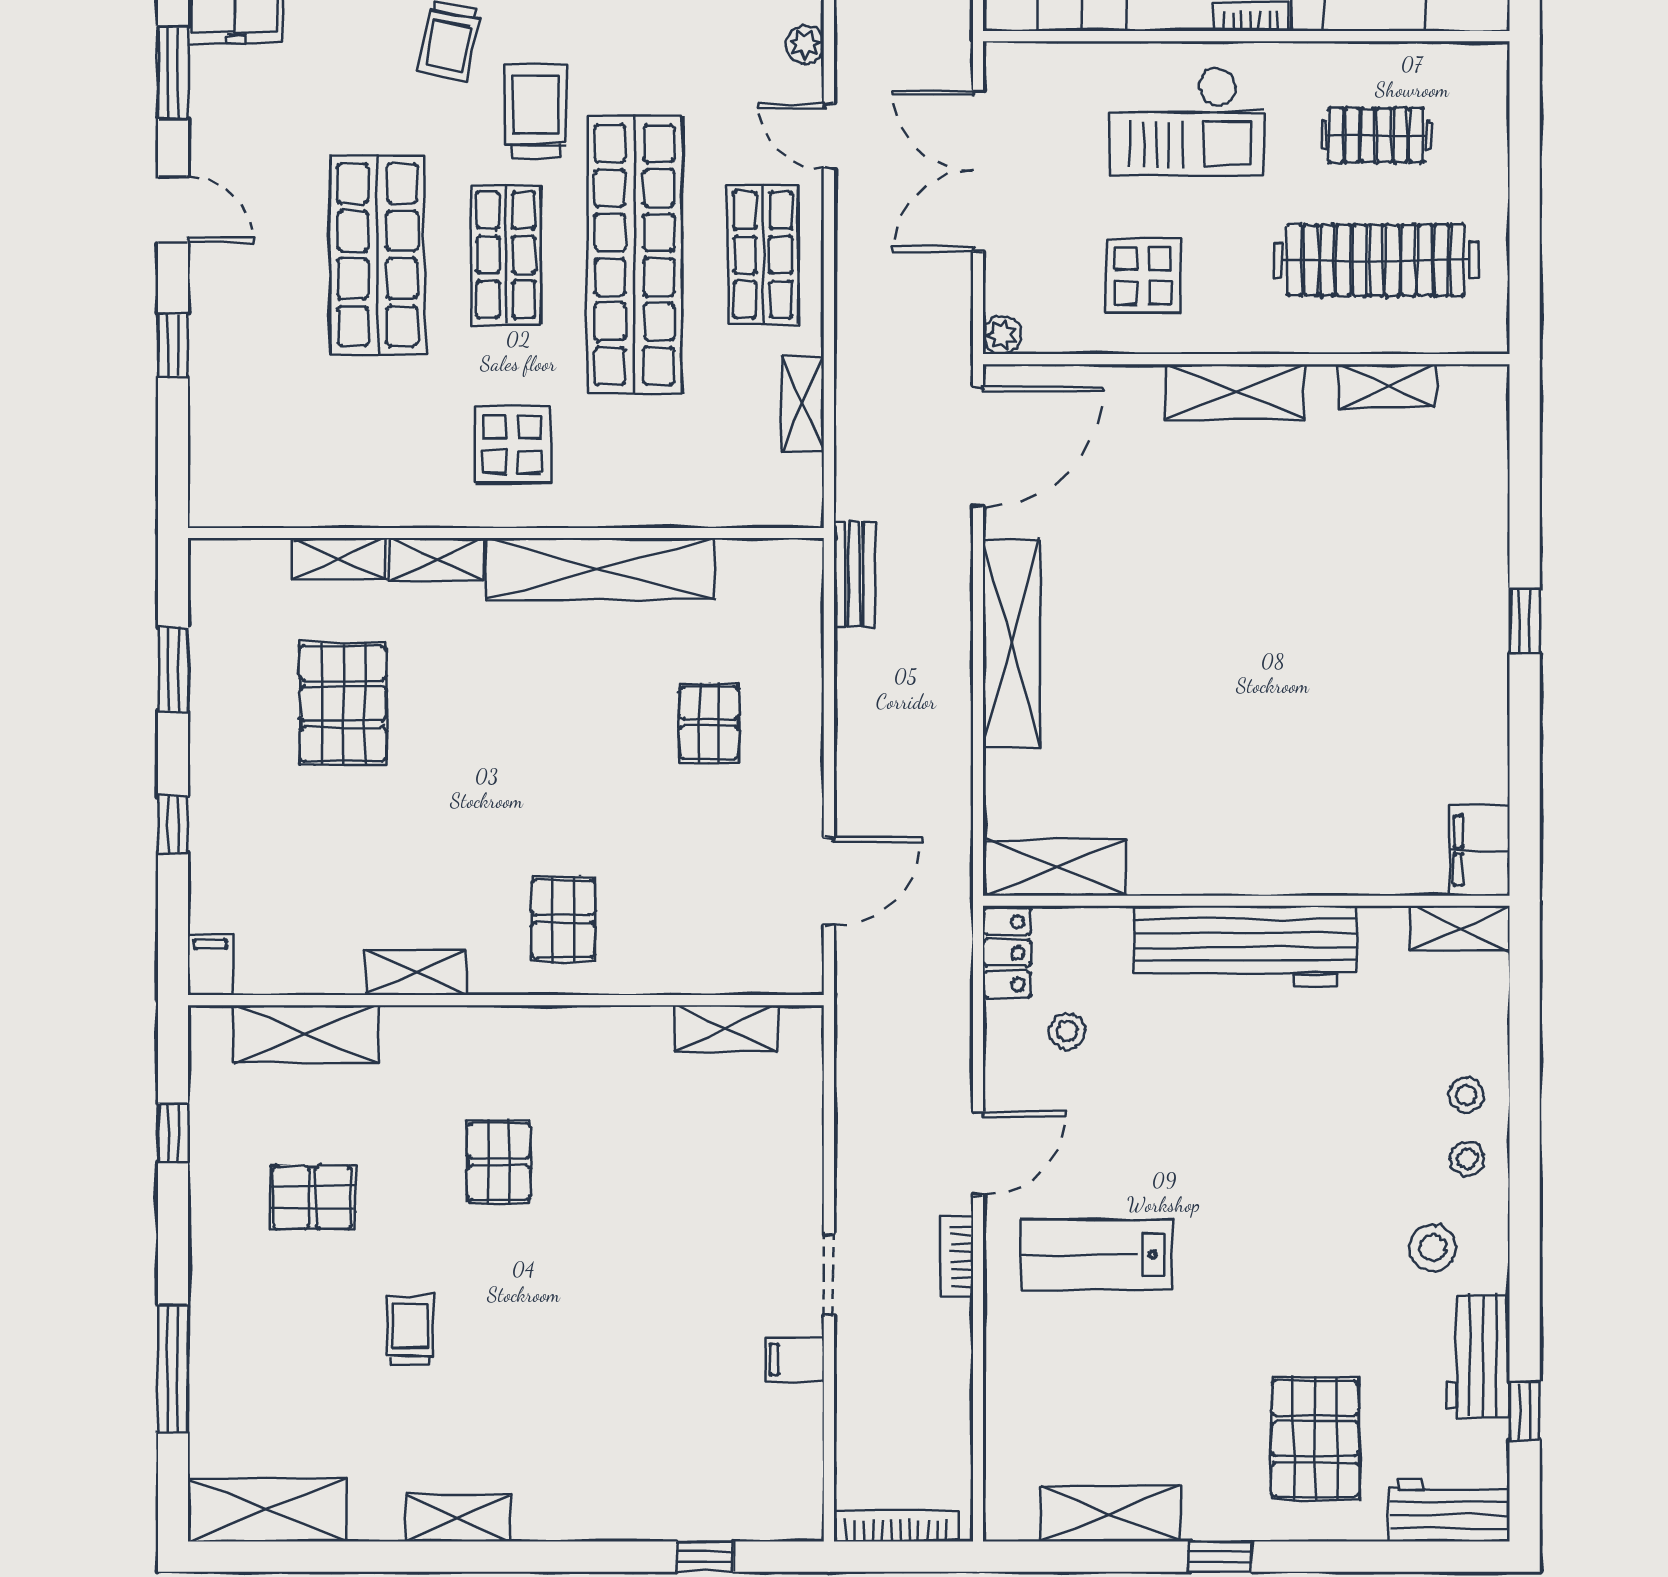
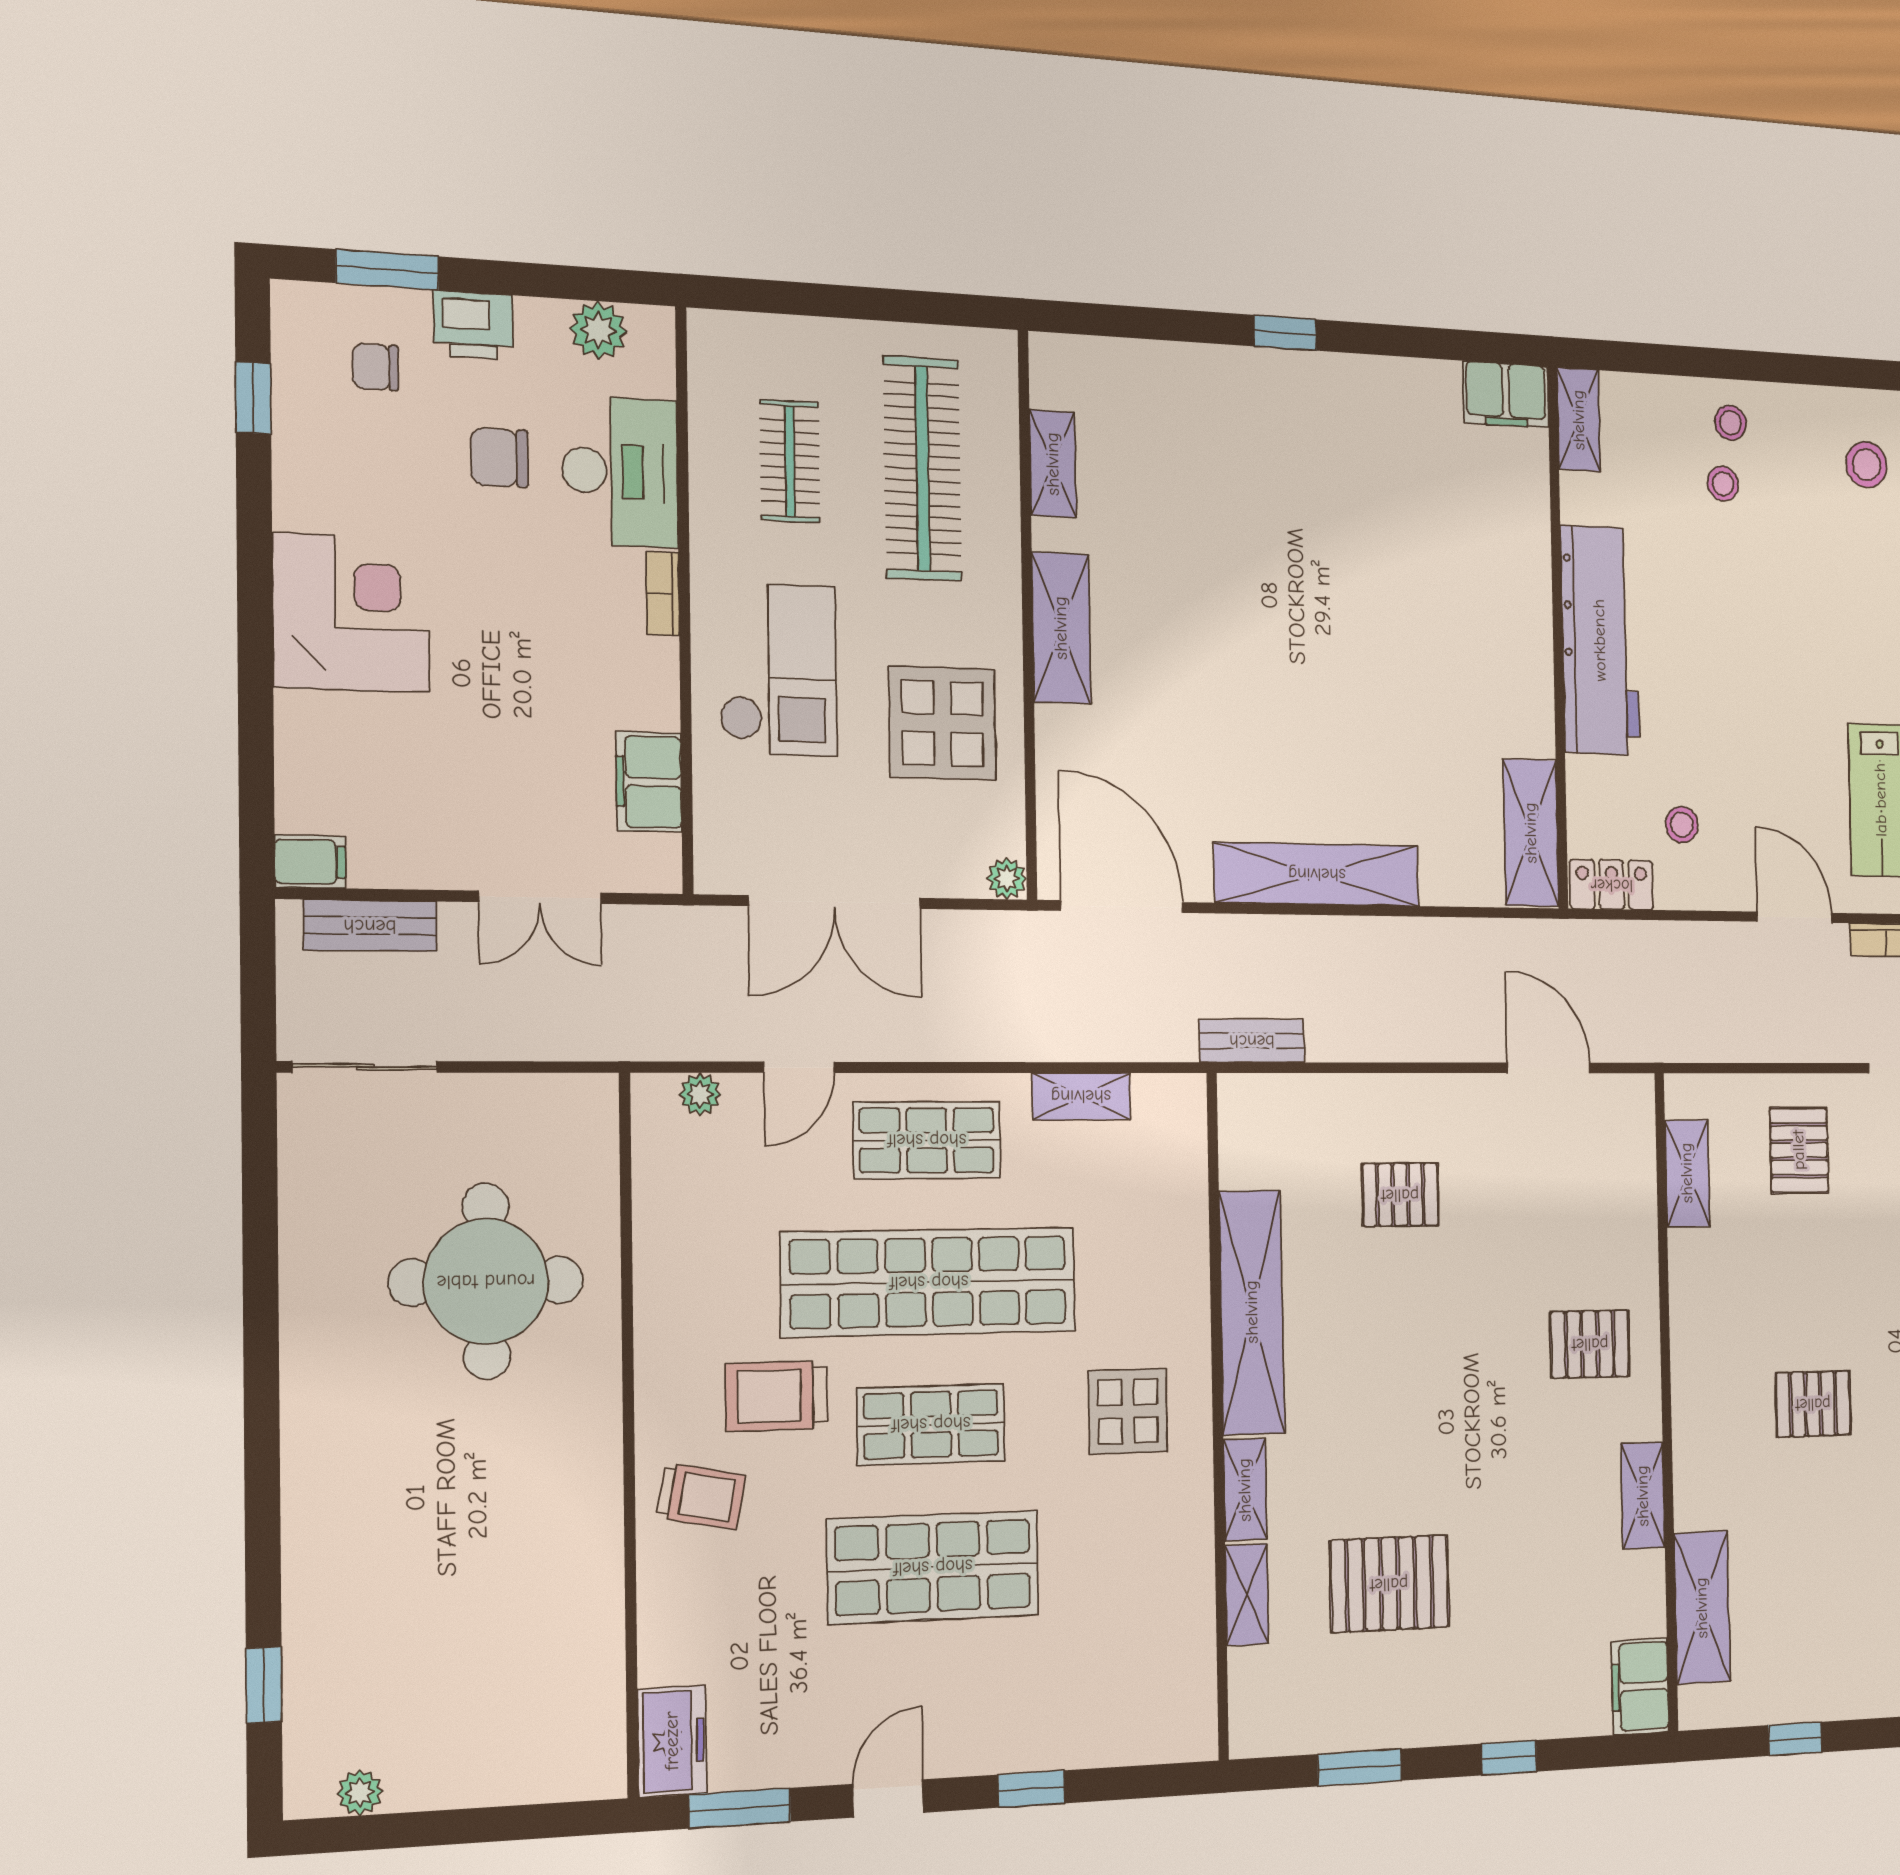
display table: (1143, 276) -> (942, 723), width x1.36, depth x1.36
filing cabinet: (211, 965) -> (1640, 1686), width x2.00
stool: (1467, 1159) -> (1723, 484), moved
pallet: (312, 1197) -> (1799, 1150), moved

